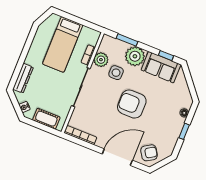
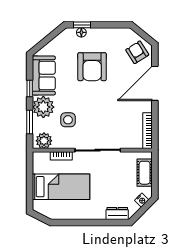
window: (166, 56) -> (30, 88), moved
plant: (101, 60) -> (44, 141), moved
dresser: (23, 78) -> (117, 214), width x0.70
armchair: (132, 104) -> (92, 67), moved
window: (184, 131) -> (82, 25), moved
door: (117, 157) -> (155, 83), hinge flipped

